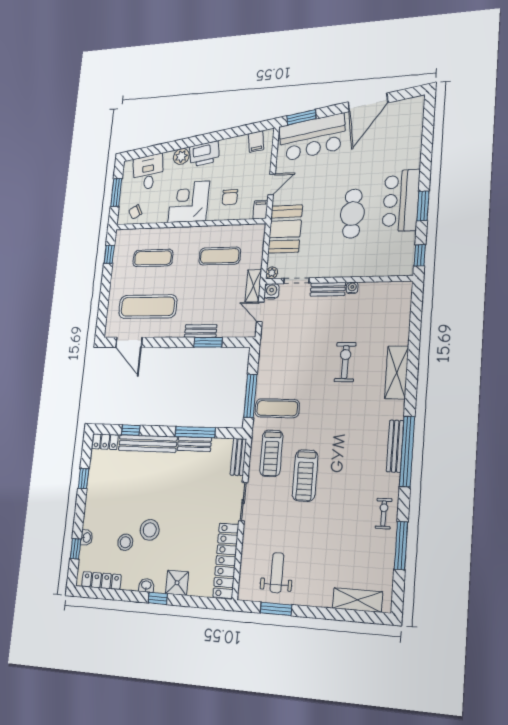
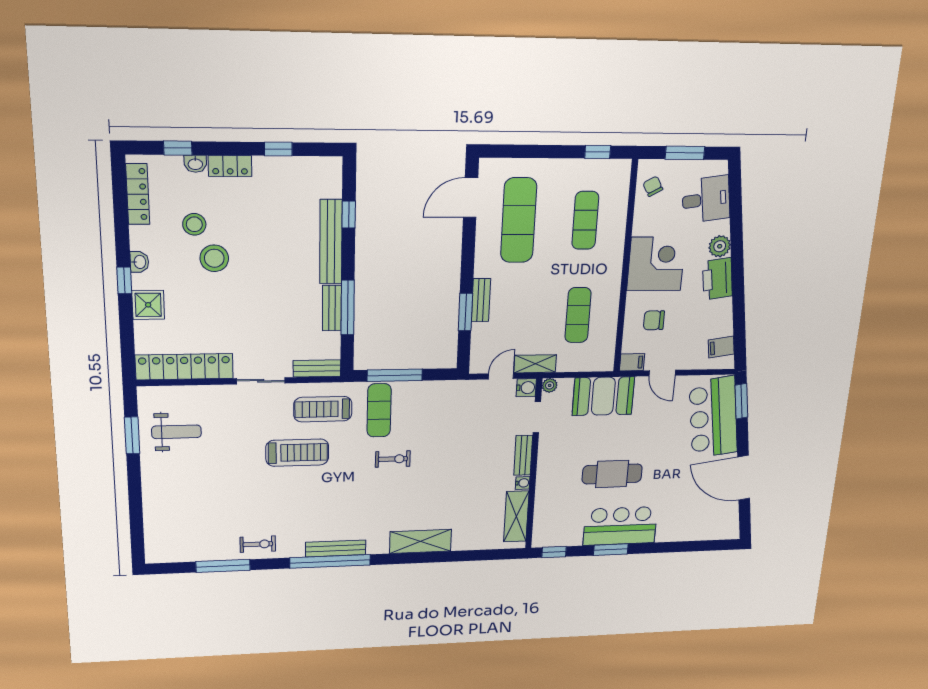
exercise bike: (345, 362) -> (393, 459), moved, width x0.73, depth x0.72
locker: (105, 442) -> (230, 166), moved, turned -90
treadmill: (305, 476) -> (297, 453), turned 180
shelving: (357, 600) -> (516, 516), moved

